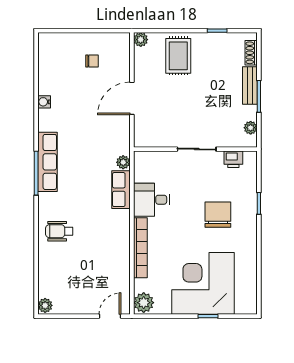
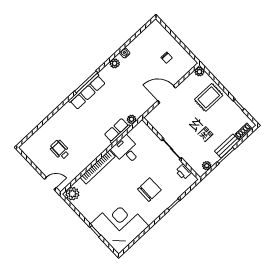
row of seats: (47, 162) -> (87, 92), moved
wheelchair: (59, 231) -> (60, 150), moved
corner desk: (203, 283) -> (120, 225), moved
plant: (45, 305) -> (115, 63), moved

